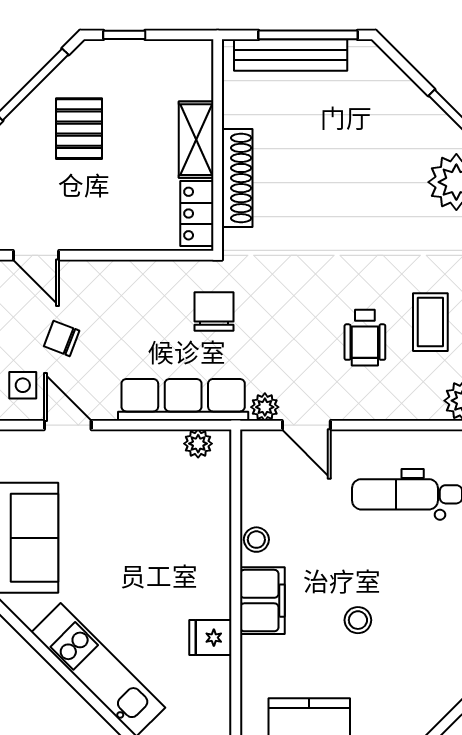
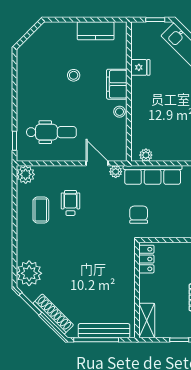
shelving: (196, 140) -> (147, 320), moved
shoe rack: (237, 178) -> (53, 314), moved, turned 135
chair: (214, 312) -> (139, 215), turned 180

